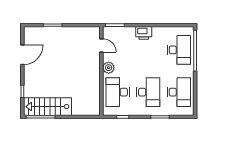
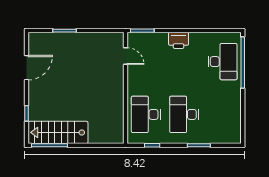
plant: (109, 68) -> (134, 84), removed
desk: (148, 92) -> (184, 114), turned 180
desk: (179, 92) -> (223, 114), removed

